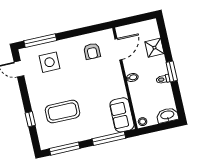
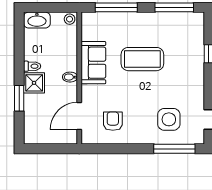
shower: (154, 48) -> (34, 83), moved
window: (172, 71) -> (19, 98), moved
coffee table: (62, 112) -> (142, 59), moved
sofa: (122, 115) -> (93, 63), moved

